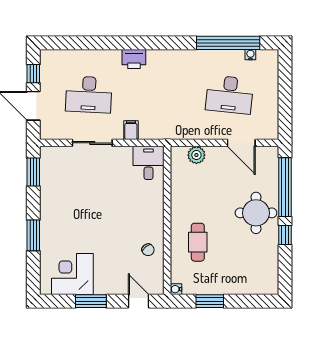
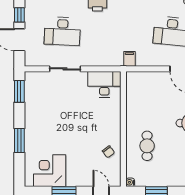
filing cabinet: (131, 130) -> (129, 59), moved
plant: (196, 155) -> (146, 78), removed
desk: (149, 163) -> (104, 84), width x1.37

